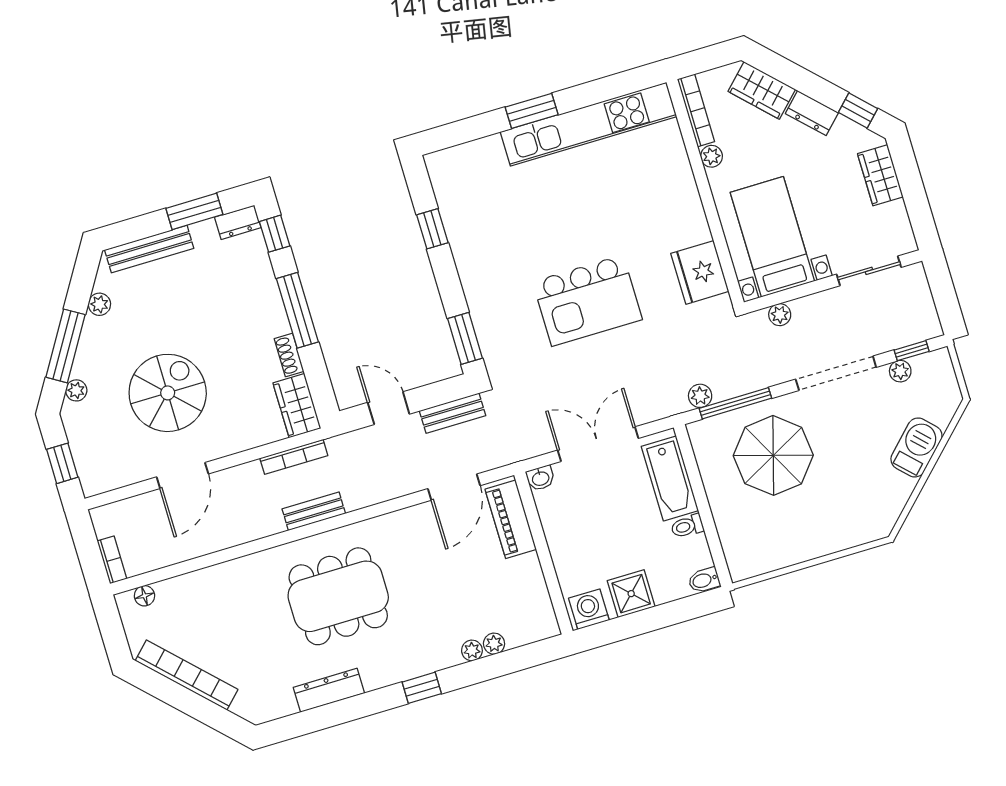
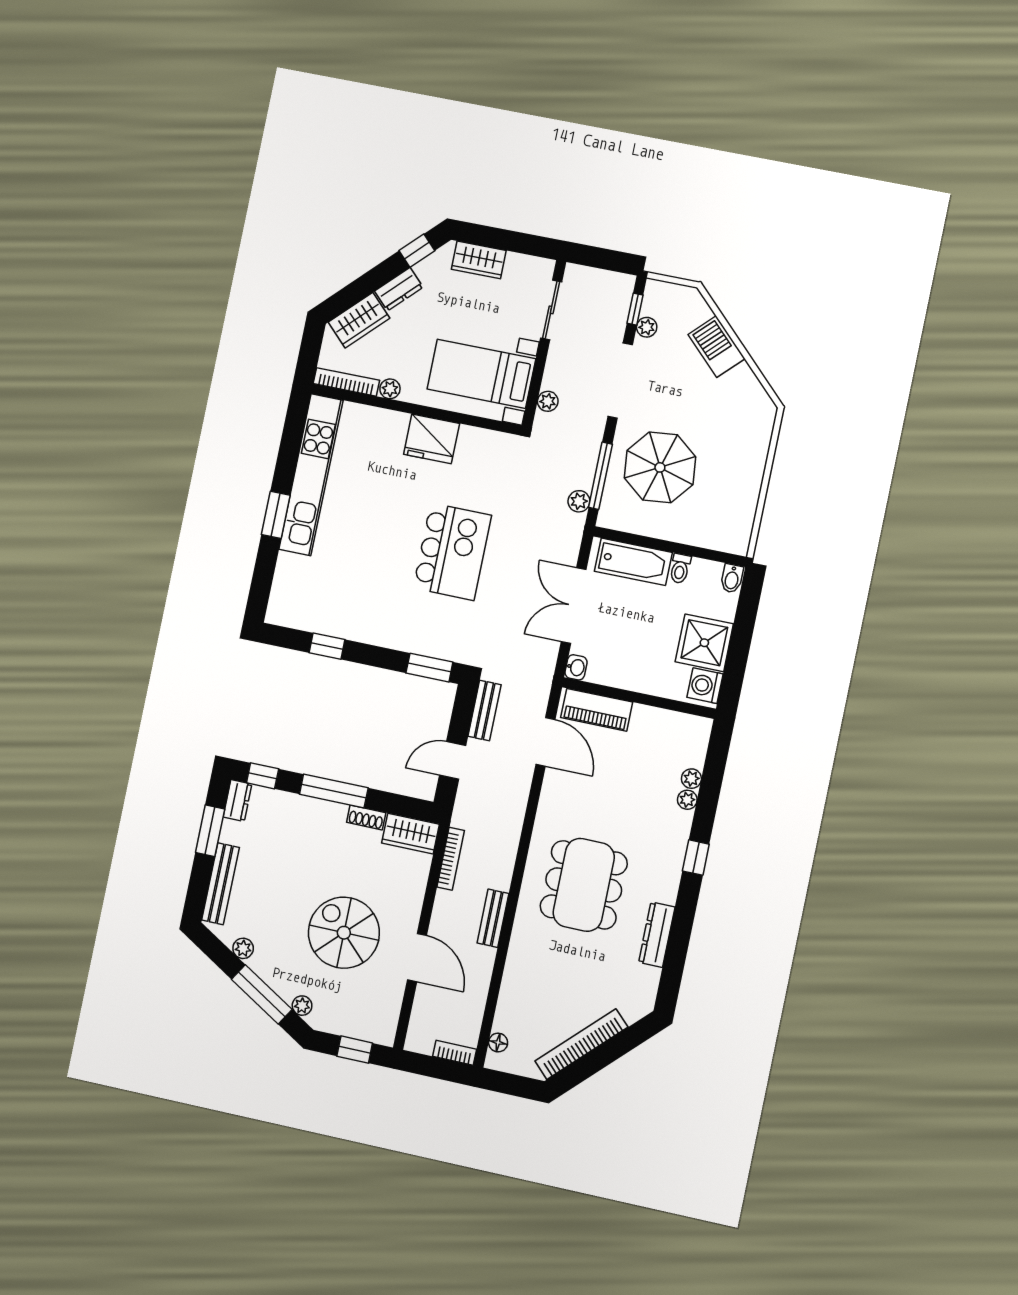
fridge: (700, 272) -> (432, 439), moved
bench: (314, 511) -> (493, 918), moved
shower: (631, 594) -> (704, 643), width x1.36, depth x1.36

